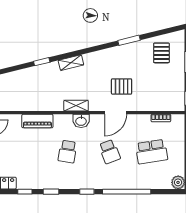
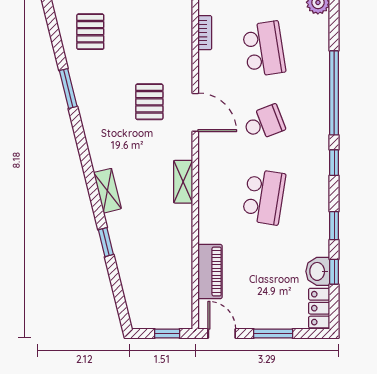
pallet: (161, 53) -> (90, 32), turned 90
piano: (37, 121) -> (210, 272), moved
washbasin: (81, 121) -> (318, 271), moved, turned 180
school desk: (67, 152) -> (264, 197), width x1.85

